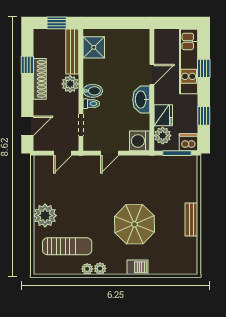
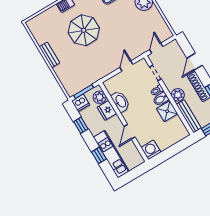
shower: (94, 47) -> (167, 111), moved
washbasin: (141, 100) -> (121, 101), moved
door: (27, 126) -> (195, 62), moved
washing machine: (140, 141) -> (151, 150), moved, turned -90

